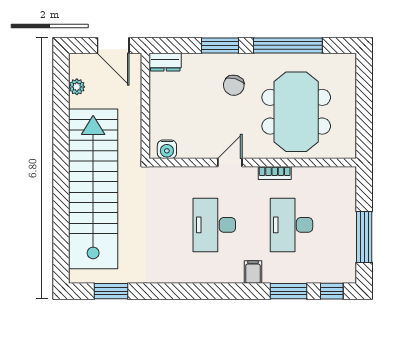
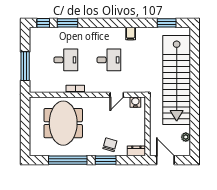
chair: (234, 85) -> (110, 145), moved
door: (230, 163) -> (117, 95), moved
desk: (214, 225) -> (109, 60), width x0.73
desk: (291, 225) -> (66, 60), width x0.73
window: (364, 237) -> (25, 66), moved
filing cabinet: (253, 272) -> (131, 34), moved

